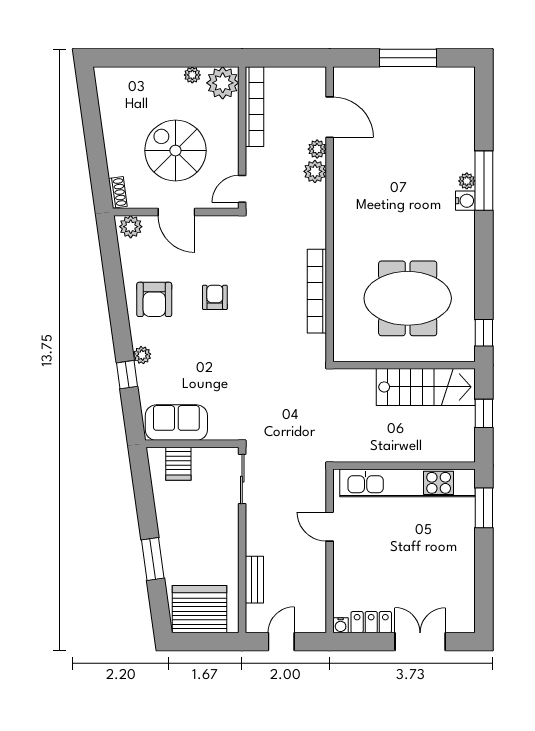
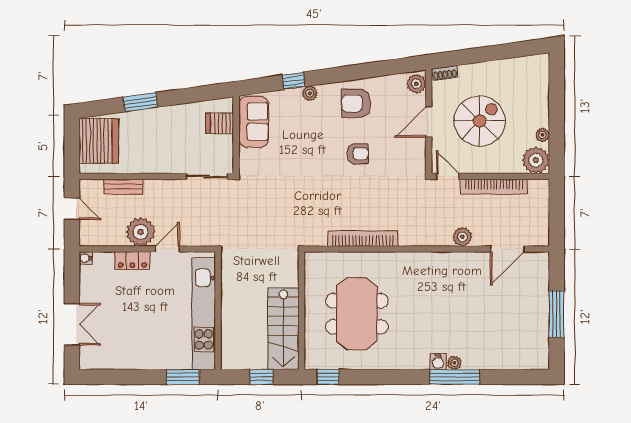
bookcase: (255, 107) -> (494, 187), moved
plant: (317, 149) -> (141, 232), moved, width x1.88, depth x1.88
locker: (371, 622) -> (132, 261), moved, turned 90

